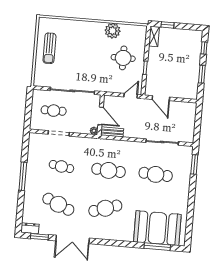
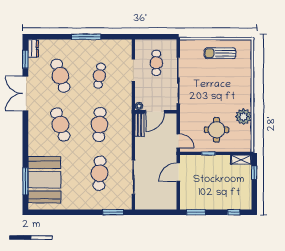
window: (202, 74) -> (196, 212), moved
cafe table: (58, 204) -> (60, 76), turned -42

